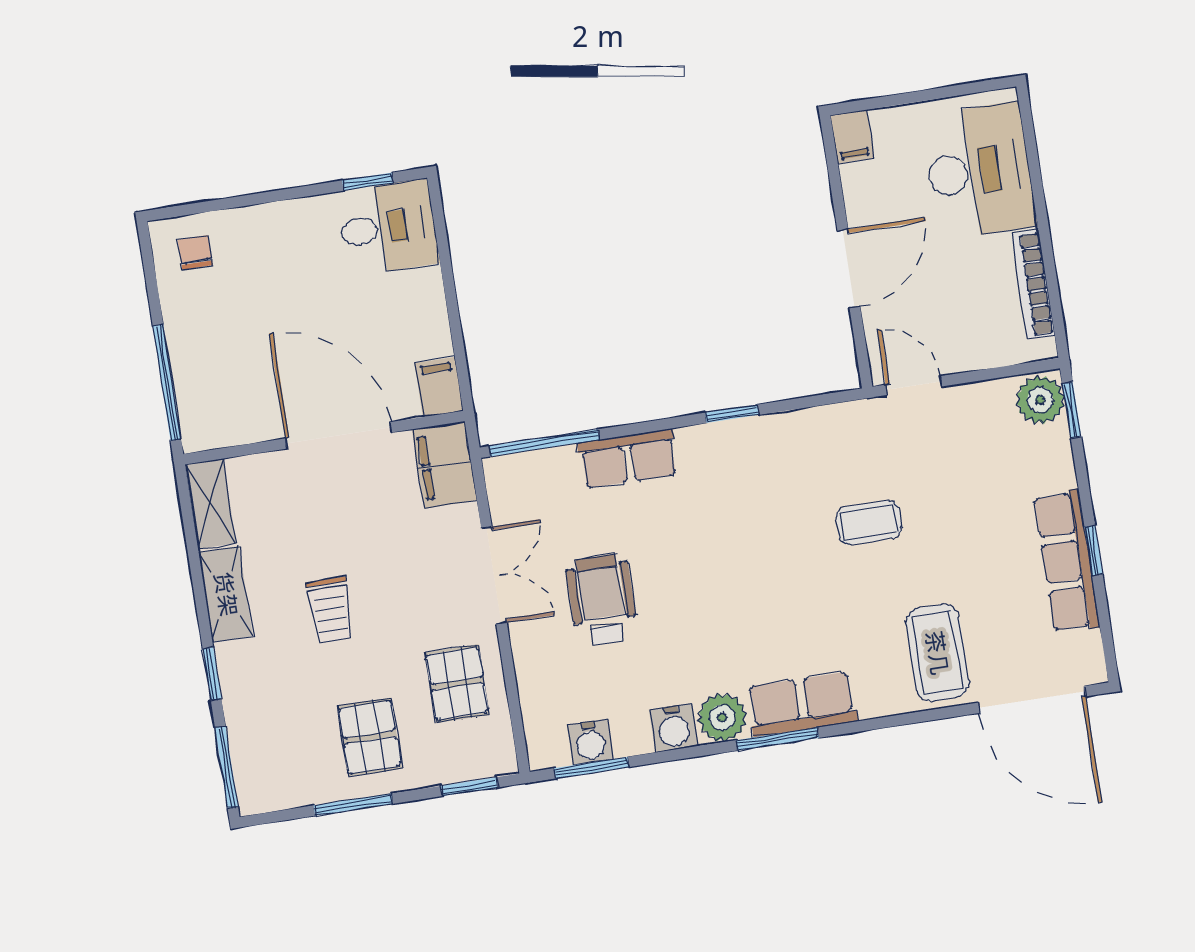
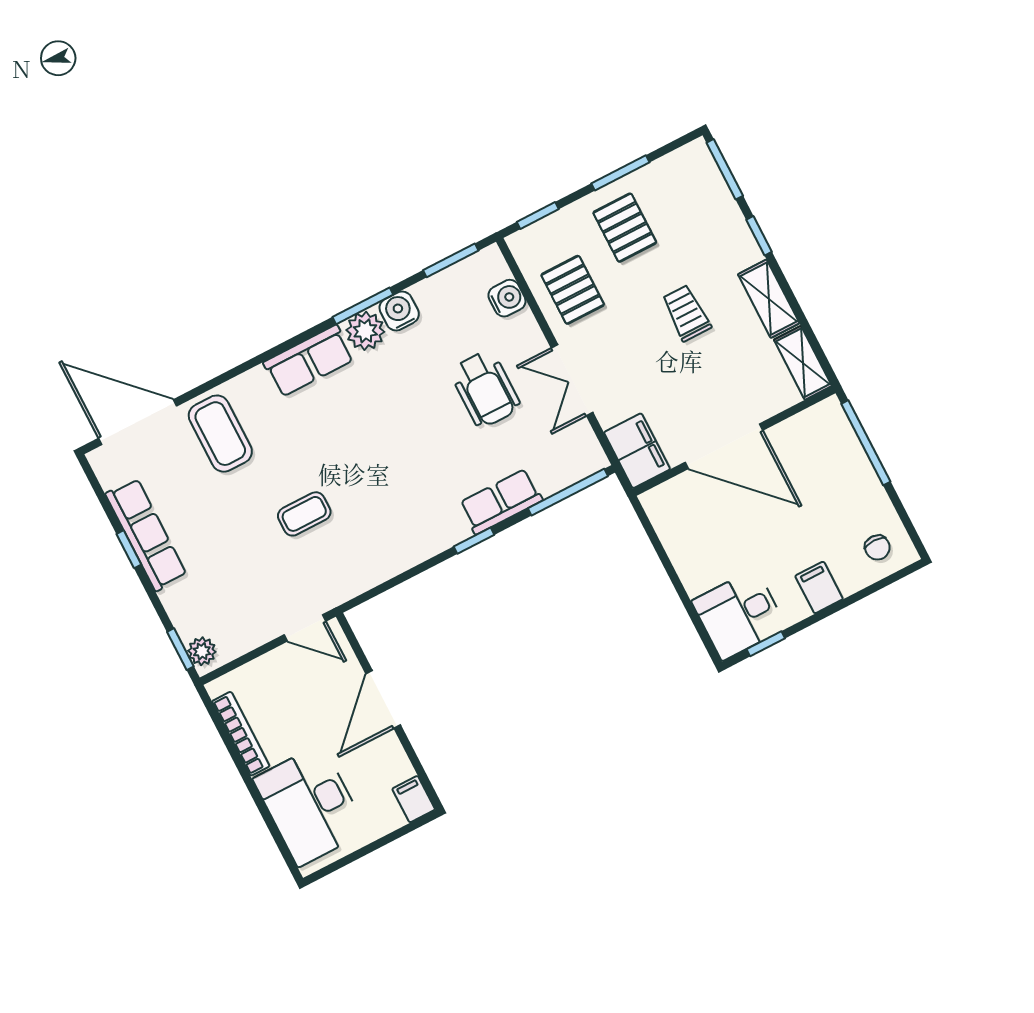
filing cabinet: (439, 387) -> (819, 587), moved, turned 180
plant: (1040, 400) -> (202, 651), width x0.73, depth x0.73
window: (732, 414) -> (474, 541), moved
window: (777, 739) -> (363, 306), moved
water cooler: (590, 742) -> (507, 298), moved, turned 90

